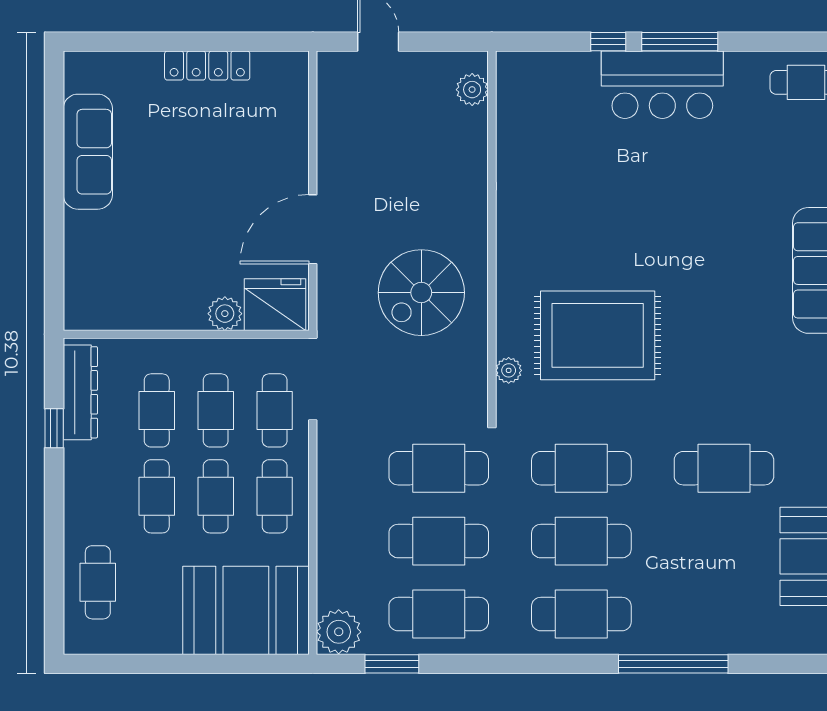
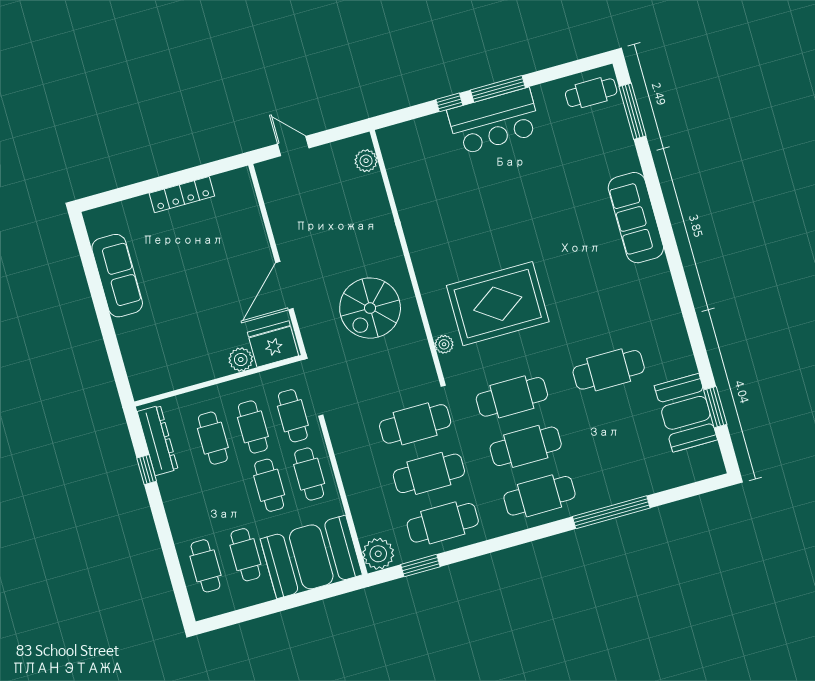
cafe table: (157, 496) -> (245, 555), moved

